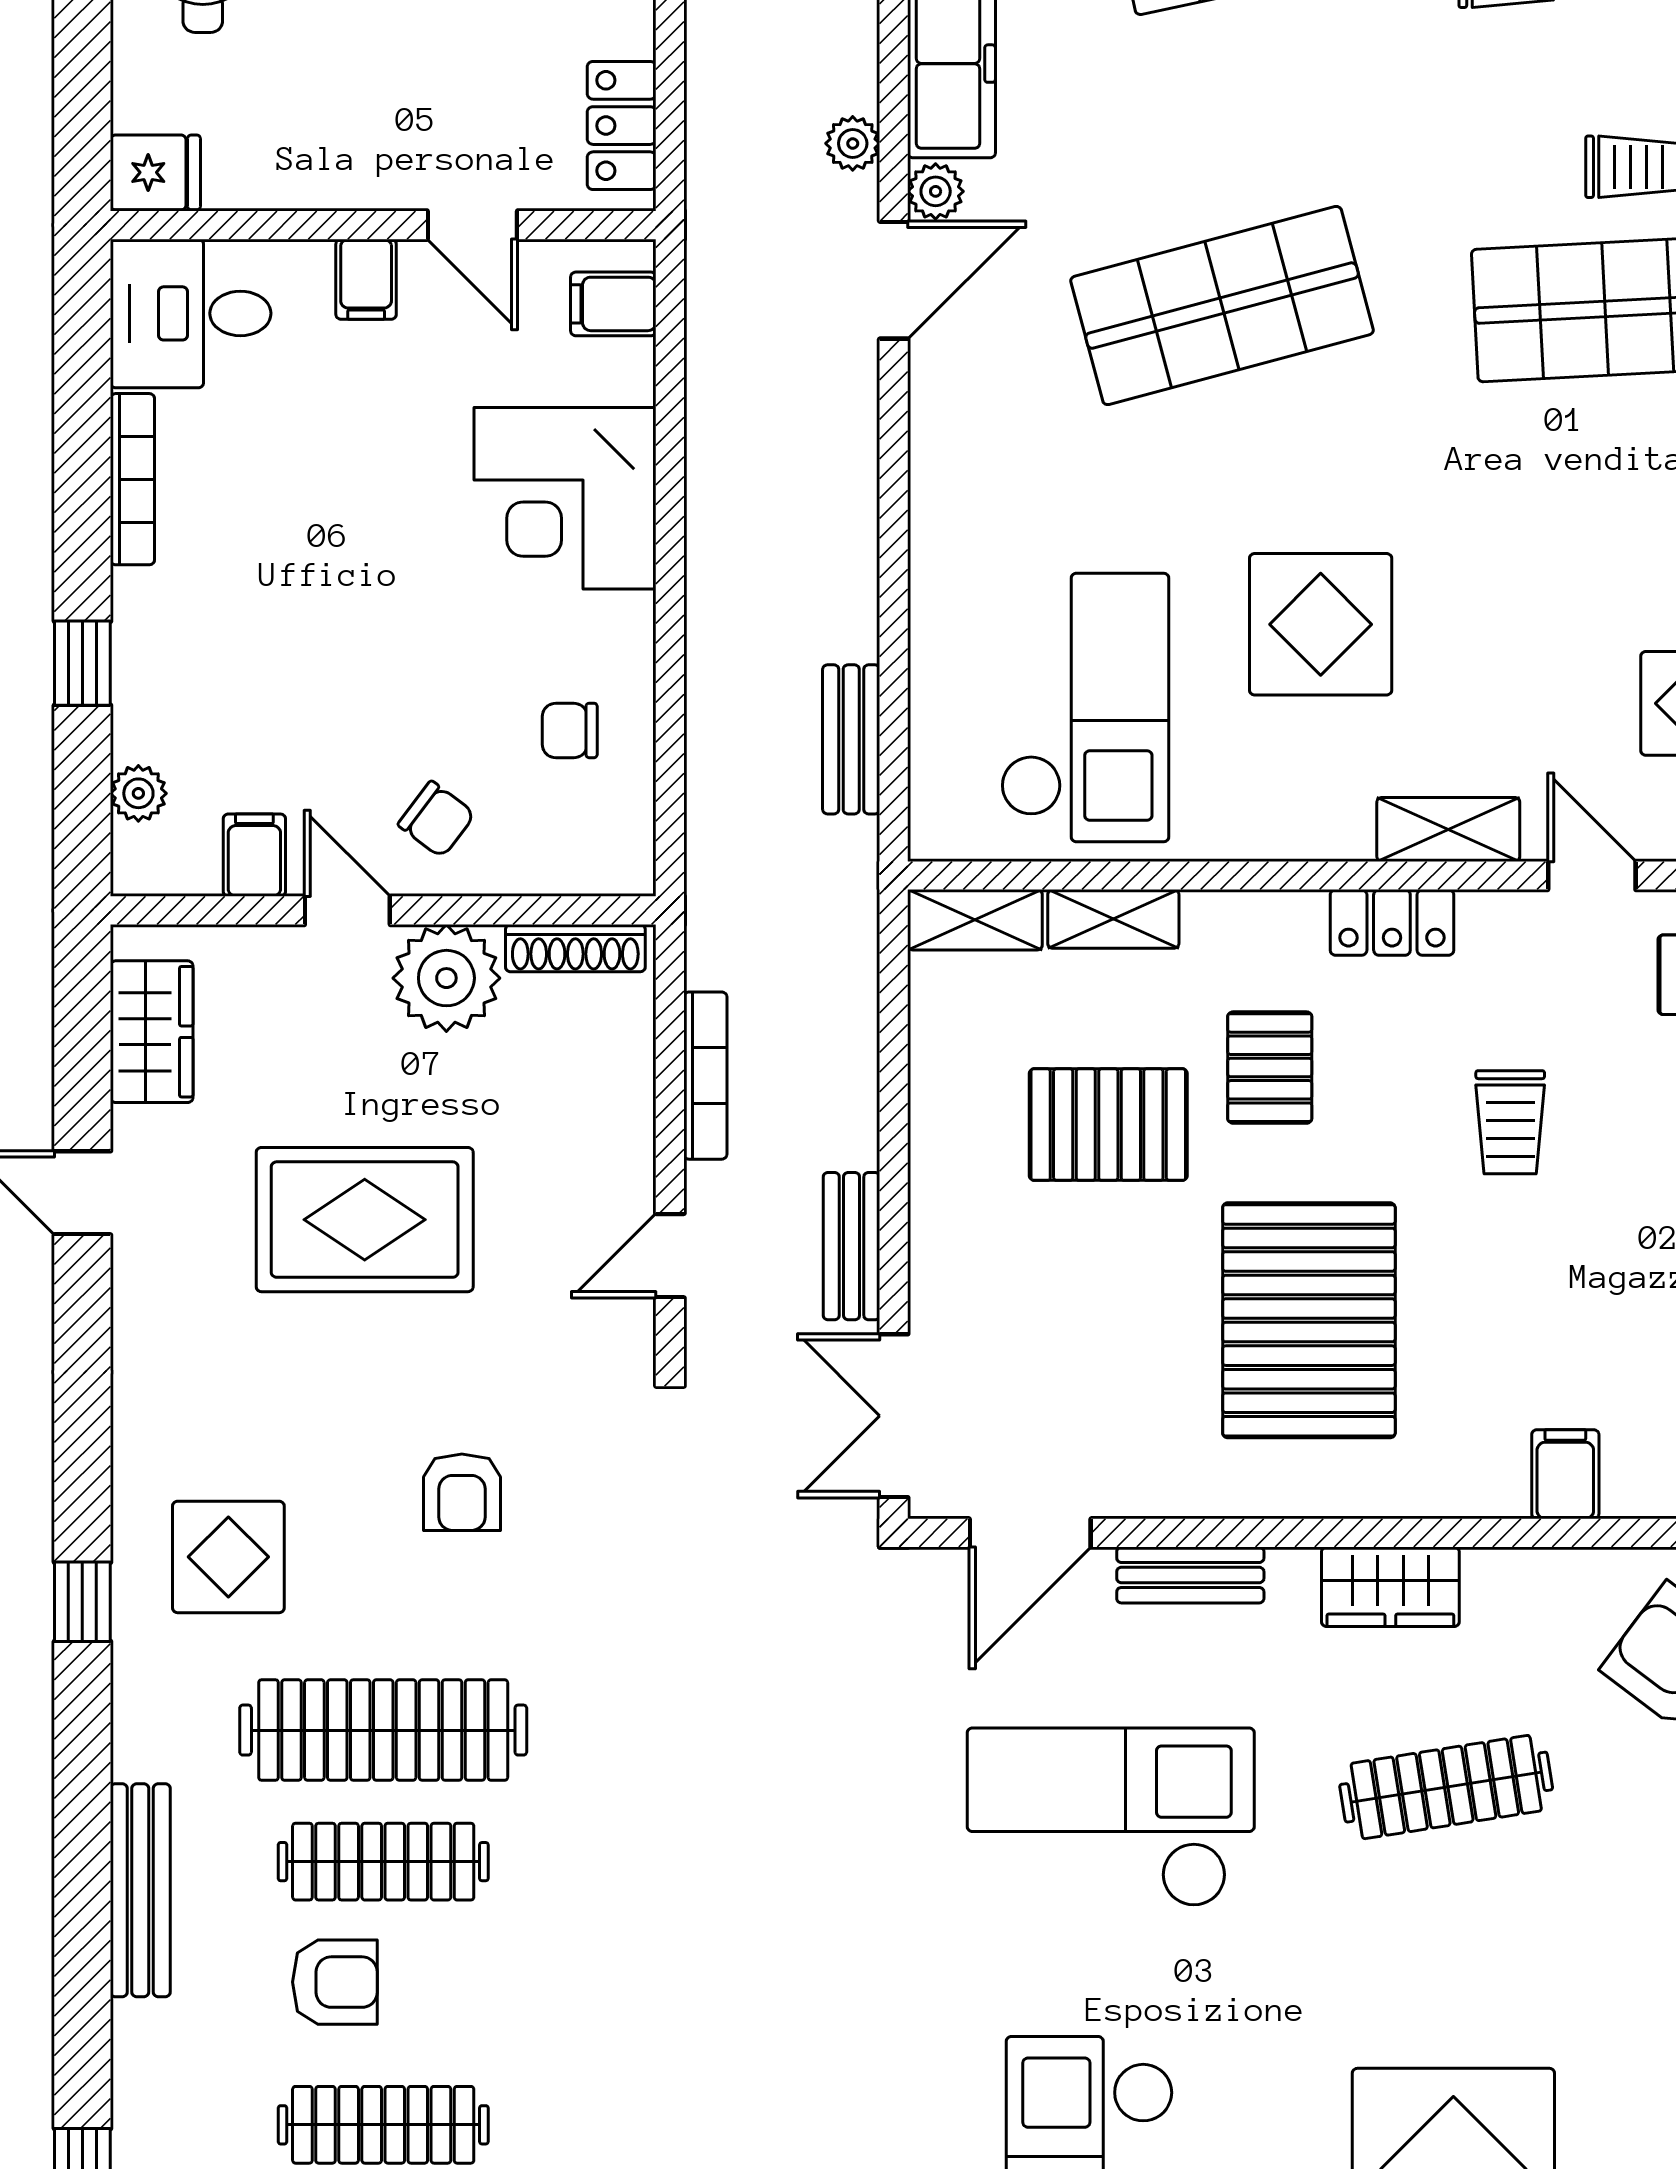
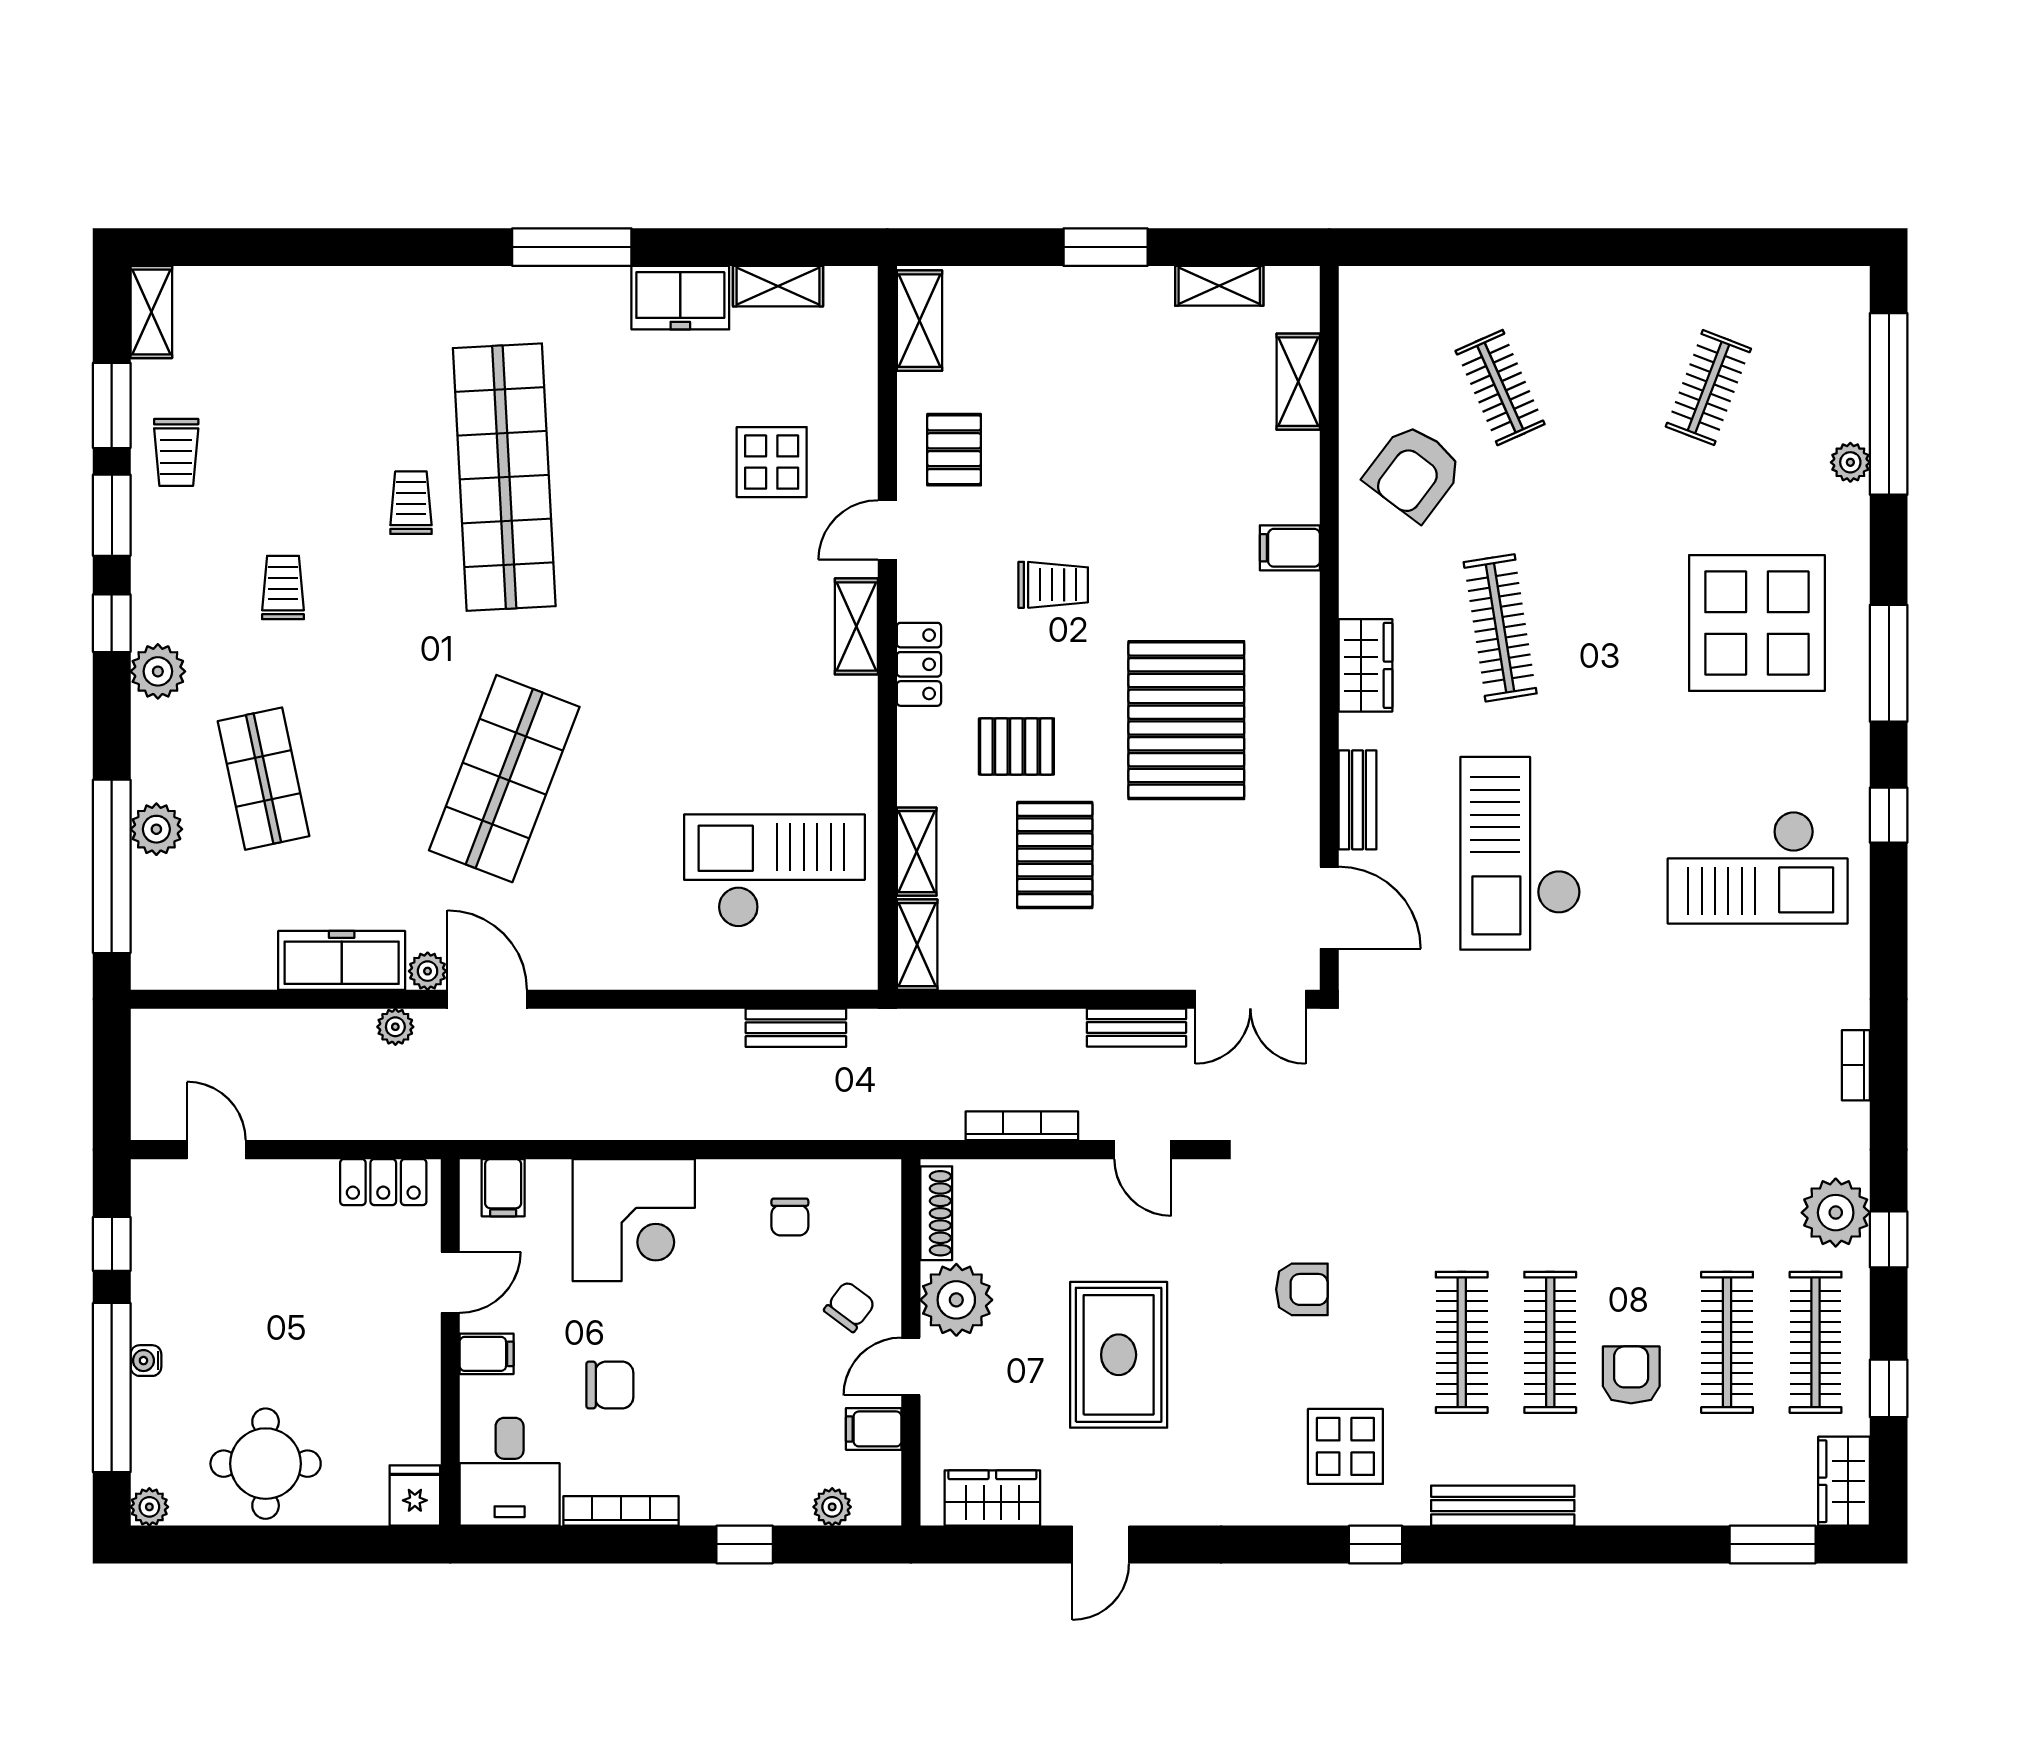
shop shelf: (1222, 306) -> (504, 779), turned 36
chair: (320, 463) -> (610, 1385), added
display table: (1321, 624) -> (718, 712), removed
pallet: (1309, 1320) -> (1186, 720), turned 90
clothes rail: (383, 1730) -> (1462, 1342), width x0.73, depth x0.76
bench: (140, 1890) -> (1503, 1506), moved

